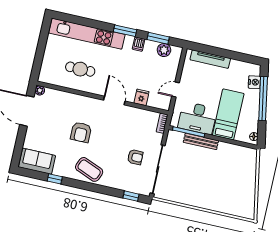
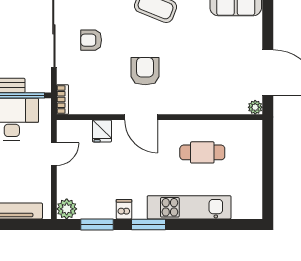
kitchen unit: (87, 34) -> (189, 207), width x0.73
plant: (164, 50) -> (67, 209), moved
armchair: (81, 132) -> (145, 71), moved

